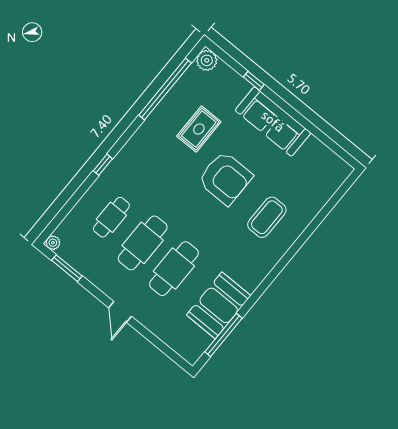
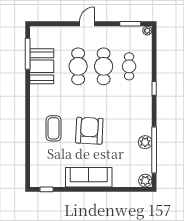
window: (254, 81) -> (46, 189), moved
plant: (168, 108) -> (145, 142), added
rug: (199, 129) -> (122, 144), removed
armchair: (225, 178) -> (89, 131), turned 93
door: (120, 312) -> (87, 24), hinge flipped

